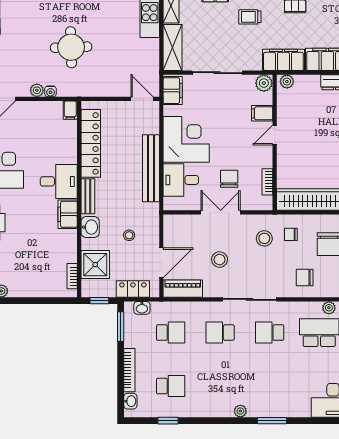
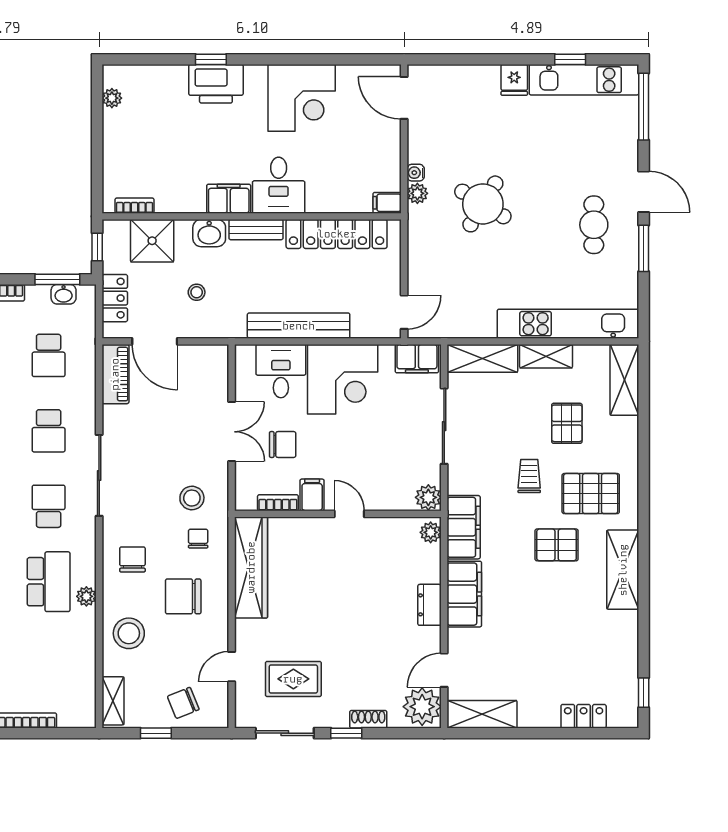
round table: (71, 47) -> (483, 204), turned 33
plant: (37, 90) -> (417, 193), moved
filing cabinet: (262, 113) -> (312, 495), moved
stool: (220, 260) -> (160, 430), removed
washbasin: (142, 308) -> (64, 294), moved, turned -90
school desk: (220, 333) -> (49, 431), turned 180

